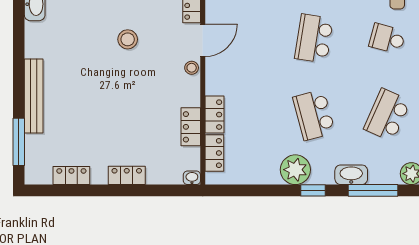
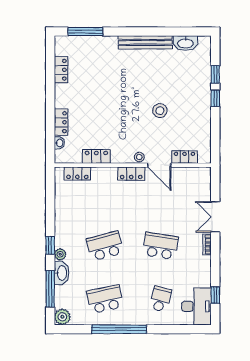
bench: (34, 96) -> (145, 42), moved
locker: (214, 115) -> (131, 174), moved
school desk: (387, 115) -> (105, 299), turned -36
plant: (295, 170) -> (60, 254), moved, width x0.53, depth x0.53
locker: (127, 175) -> (61, 122), moved
washbasin: (192, 178) -> (59, 143), moved

